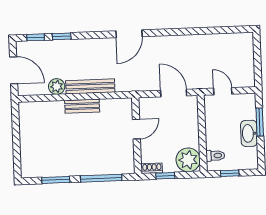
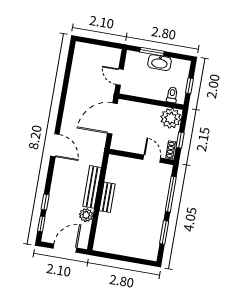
door: (223, 91) -> (120, 77), hinge flipped
door: (174, 93) -> (112, 118), width x1.36
door: (136, 129) -> (152, 159), moved

